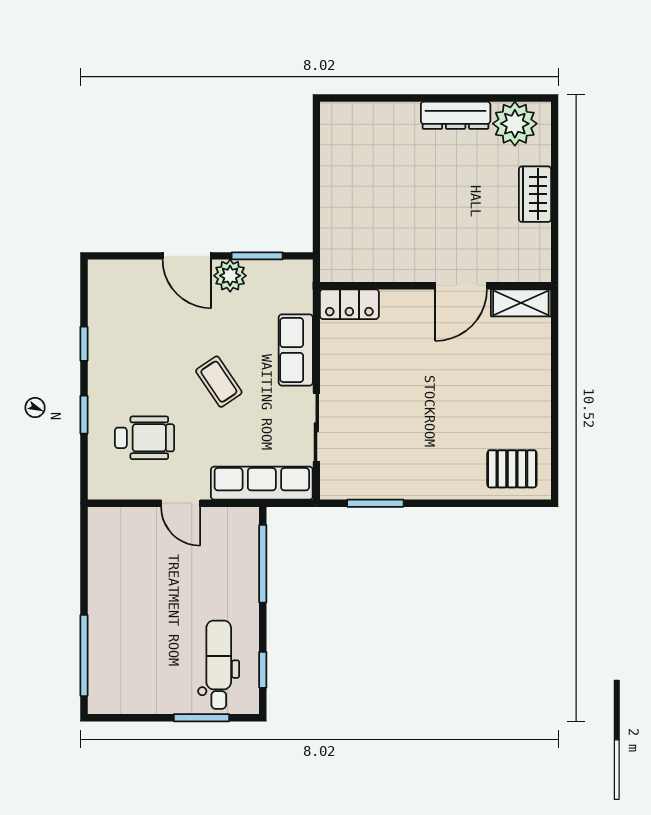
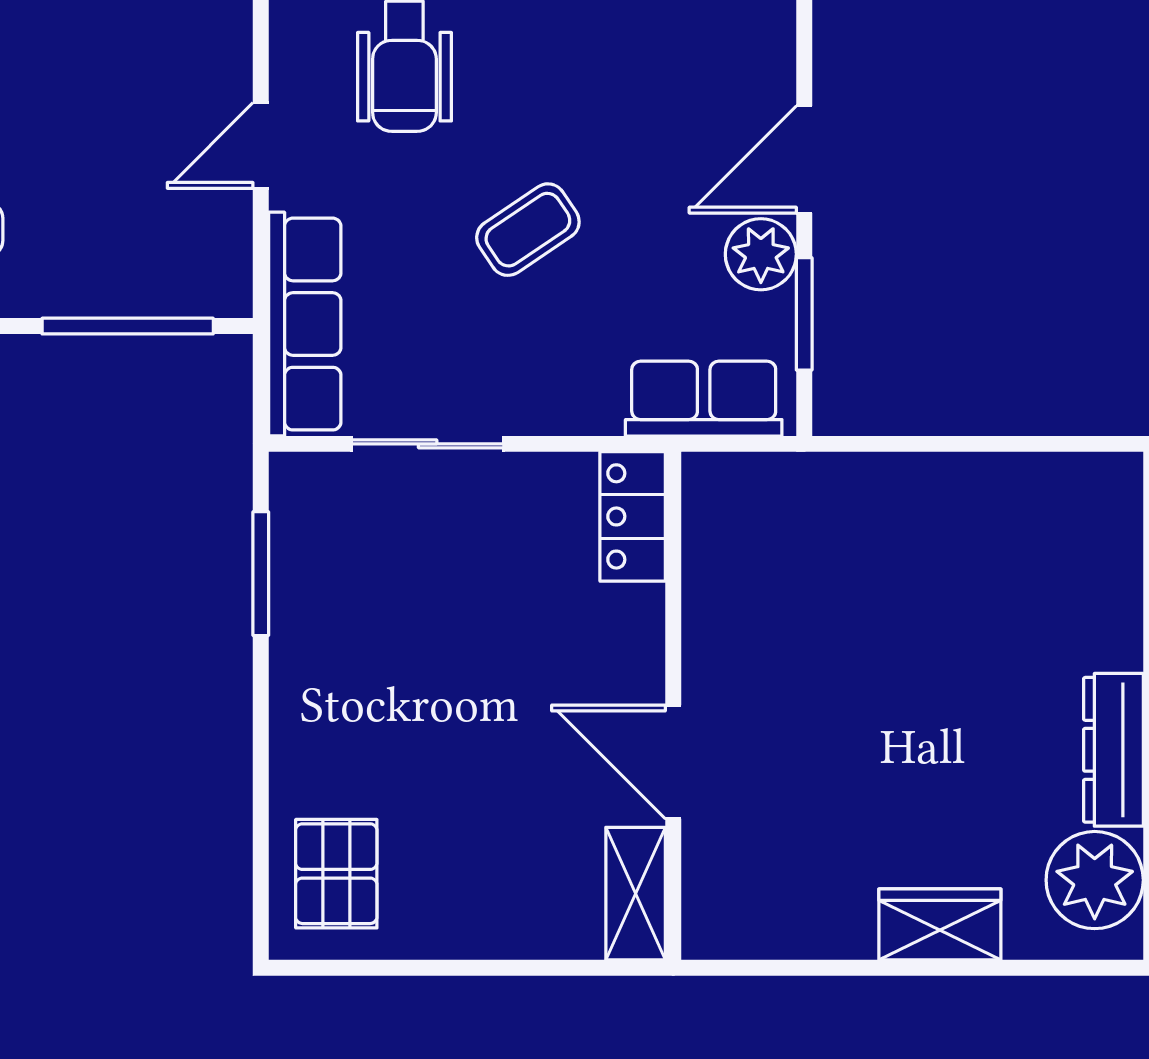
wall: (435, 286) -> (673, 706), moved
door: (461, 286) -> (673, 762), moved
shelving: (521, 303) -> (636, 894), moved
locker: (349, 304) -> (633, 516), moved
row of seats: (296, 350) -> (704, 399), moved

